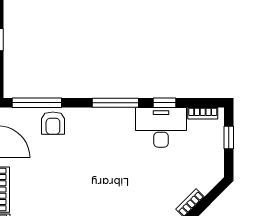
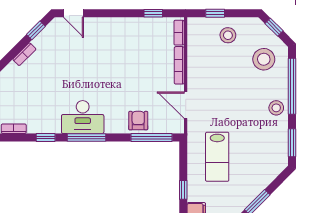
desk: (161, 127) -> (83, 117), moved

